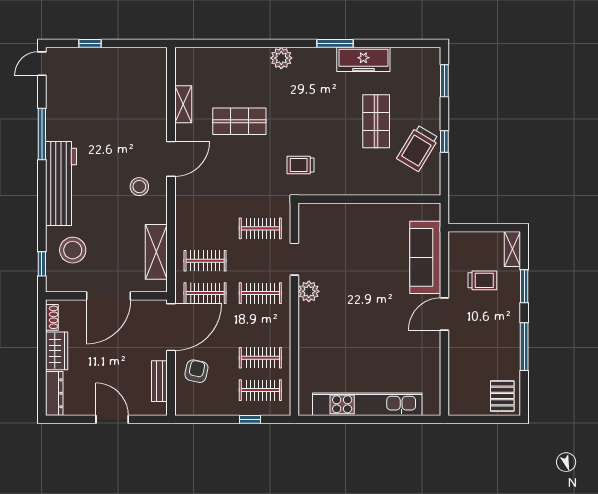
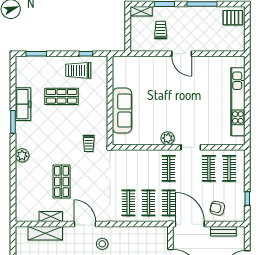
window: (444, 142) -> (86, 54), moved
trolley: (418, 148) -> (78, 70), turned 149
clothes rail: (260, 228) -> (128, 203), moved
shelving: (156, 252) -> (45, 233), moved
sofa: (425, 257) -> (122, 111), moved, turned -90
doorway: (294, 259) -> (191, 147), moved
window: (250, 419) -> (247, 199), moved

